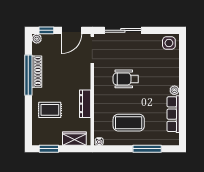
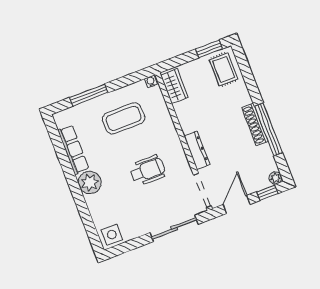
shoe rack: (37, 72) -> (255, 125), moved
plant: (174, 90) -> (90, 183), width x1.87, depth x1.87
dresser: (85, 104) -> (197, 150), moved
rug: (50, 110) -> (224, 69), moved, turned 90
wardrobe: (74, 139) -> (174, 86), moved, turned -90

